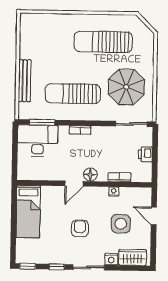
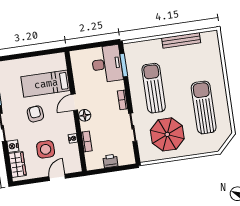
bench: (25, 81) -> (181, 40), moved
sliding door: (131, 124) -> (133, 127), moved
door: (74, 184) -> (74, 102), hinge flipped
bed: (28, 212) -> (46, 84), moved
armchair: (80, 229) -> (35, 114), turned -96

